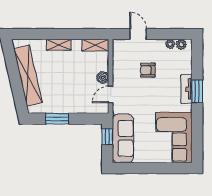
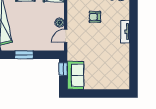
window: (197, 91) -> (133, 33), removed
sofa: (123, 138) -> (75, 75), width x0.73
corner sofa: (174, 138) -> (115, 70), removed

